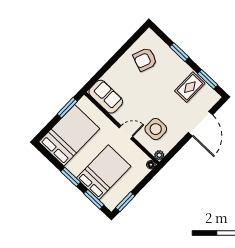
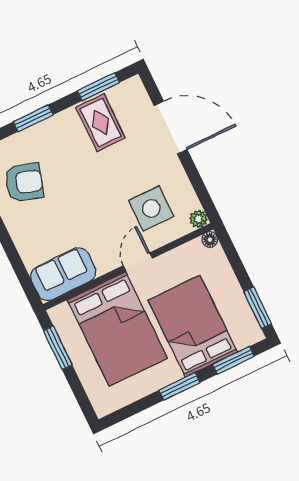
armchair: (145, 59) -> (24, 182), turned -94
bed: (69, 135) -> (117, 329), moved, turned 180

